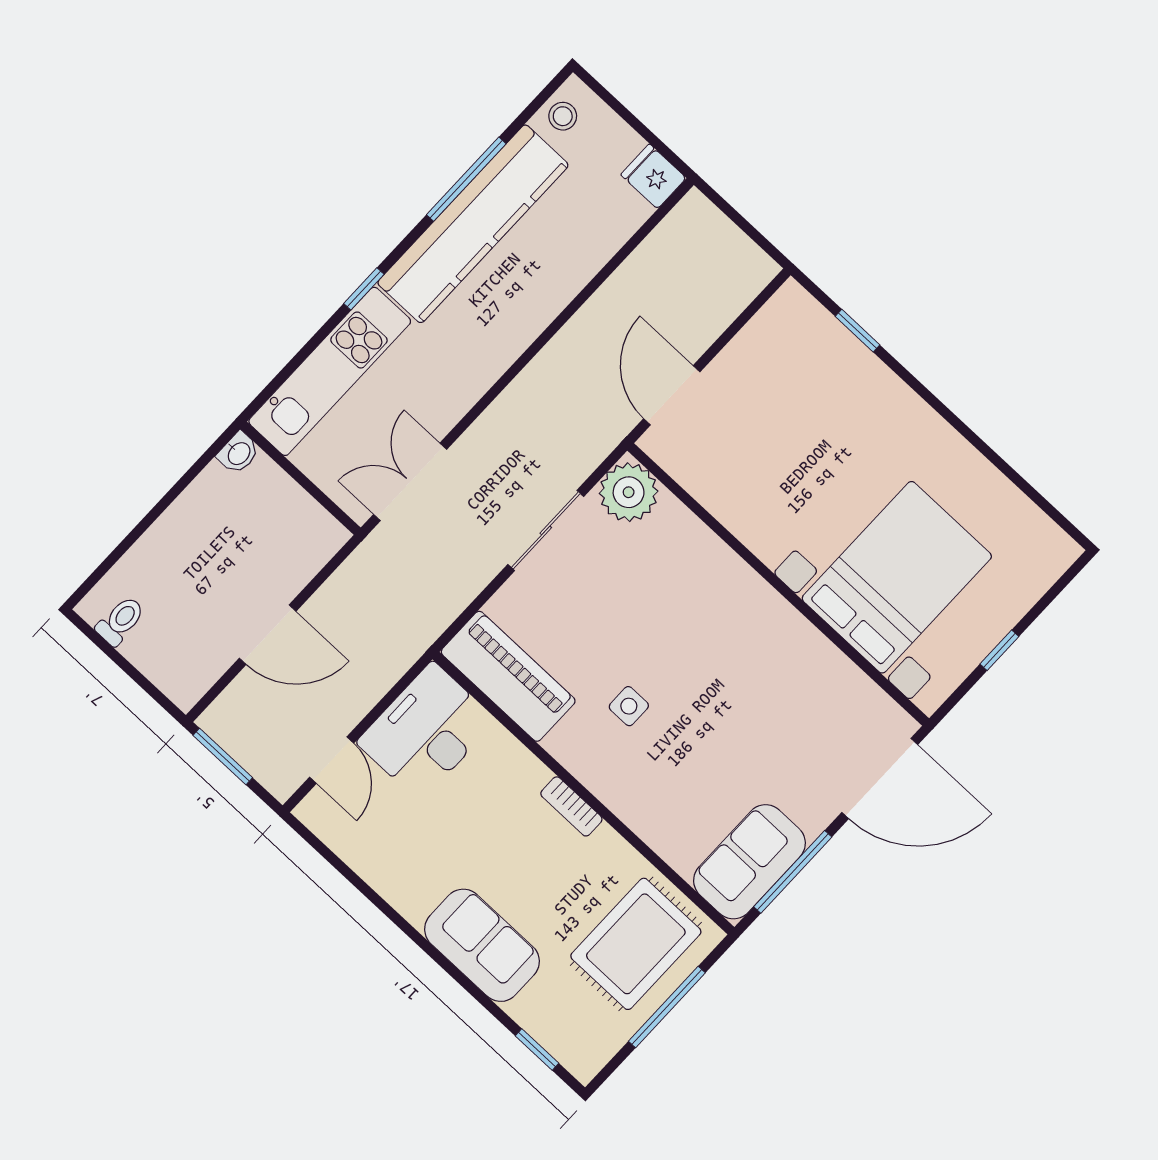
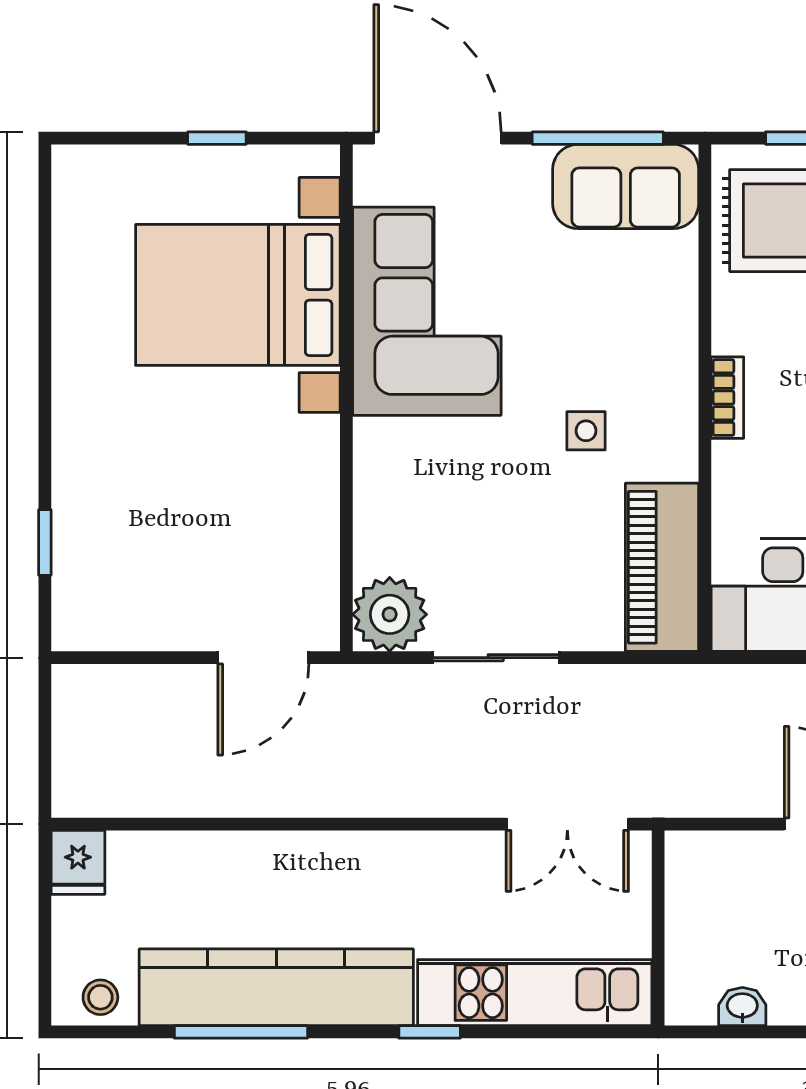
washbasin: (238, 453) -> (742, 1007), moved
corner sofa: (785, 678) -> (427, 311), added

